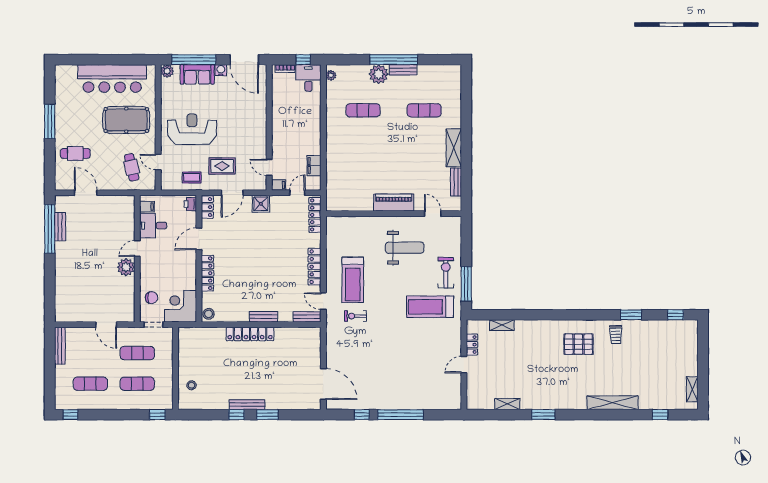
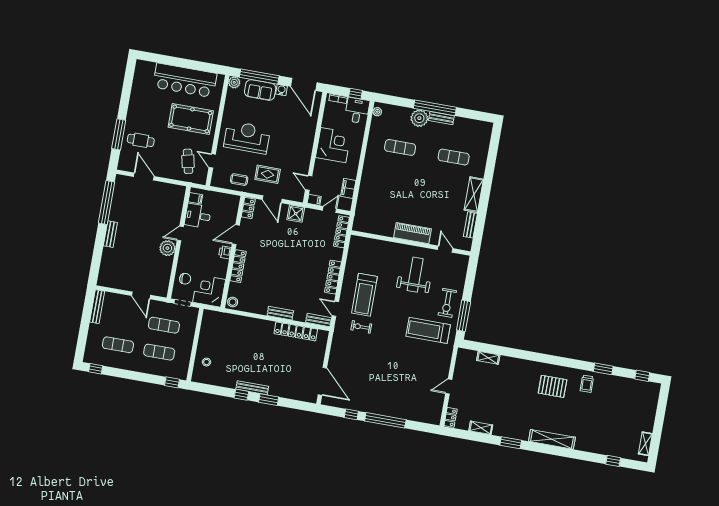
window: (50, 121) -> (119, 134), moved
corner desk: (289, 121) -> (333, 145), added
door: (232, 193) -> (272, 199), hinge flipped
printer: (190, 204) -> (225, 252), moved
bench: (60, 227) -> (110, 234), moved
weight bench: (405, 248) -> (415, 275), turned -90
exercise bike: (446, 273) -> (447, 303), turned 180
locker: (250, 334) -> (296, 331), moved
locker: (472, 345) -> (451, 417), moved
shelving: (613, 403) -> (552, 439), moved

